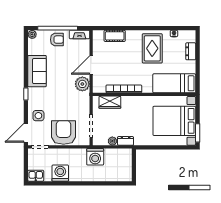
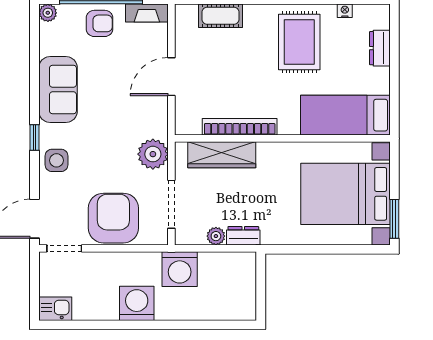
plant: (82, 84) -> (153, 154), moved
wardrobe: (110, 102) -> (222, 155), width x1.50
side table: (38, 116) -> (57, 160), moved
washing machine: (60, 173) -> (137, 303), moved

